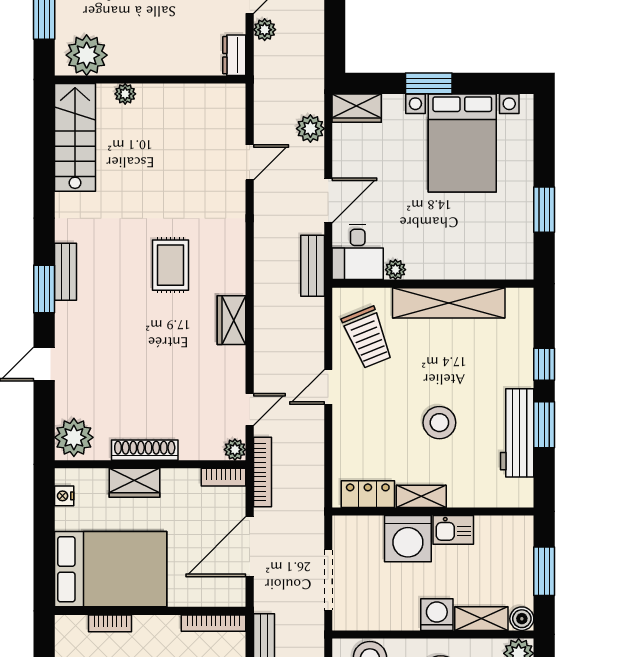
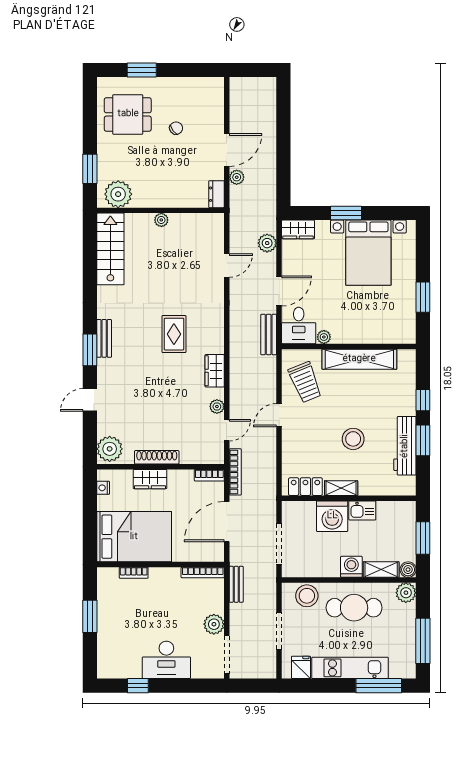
plant: (125, 94) -> (161, 220), moved
plant: (235, 450) -> (217, 406), moved

